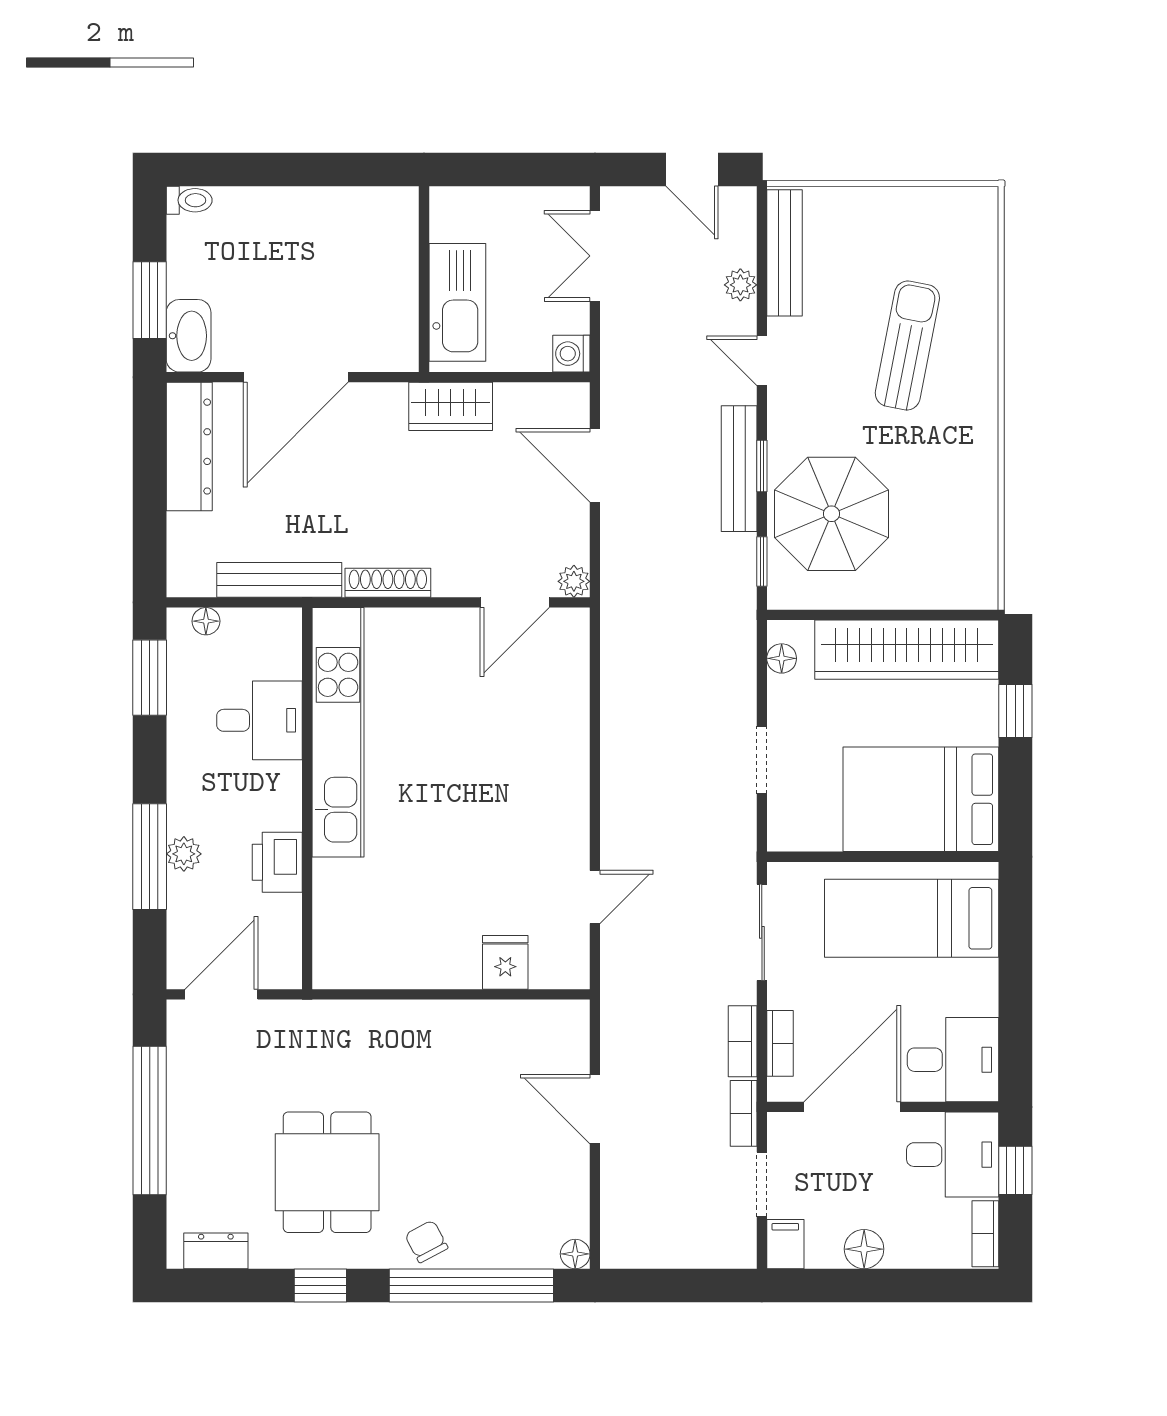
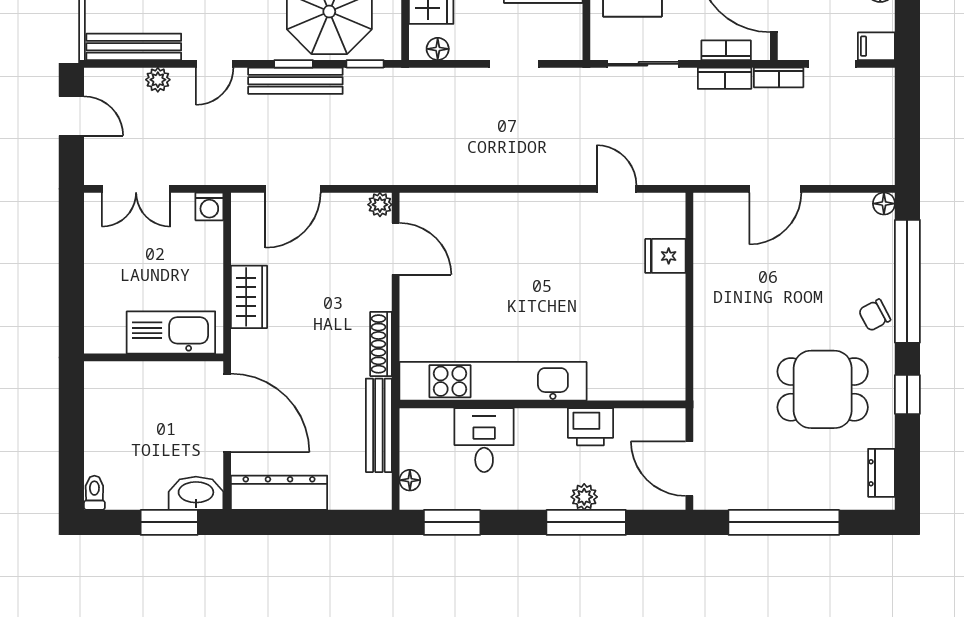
door: (692, 170) -> (71, 116), hinge flipped
wall: (424, 279) -> (154, 357), moved
kitchen sink: (457, 302) -> (171, 333), moved

